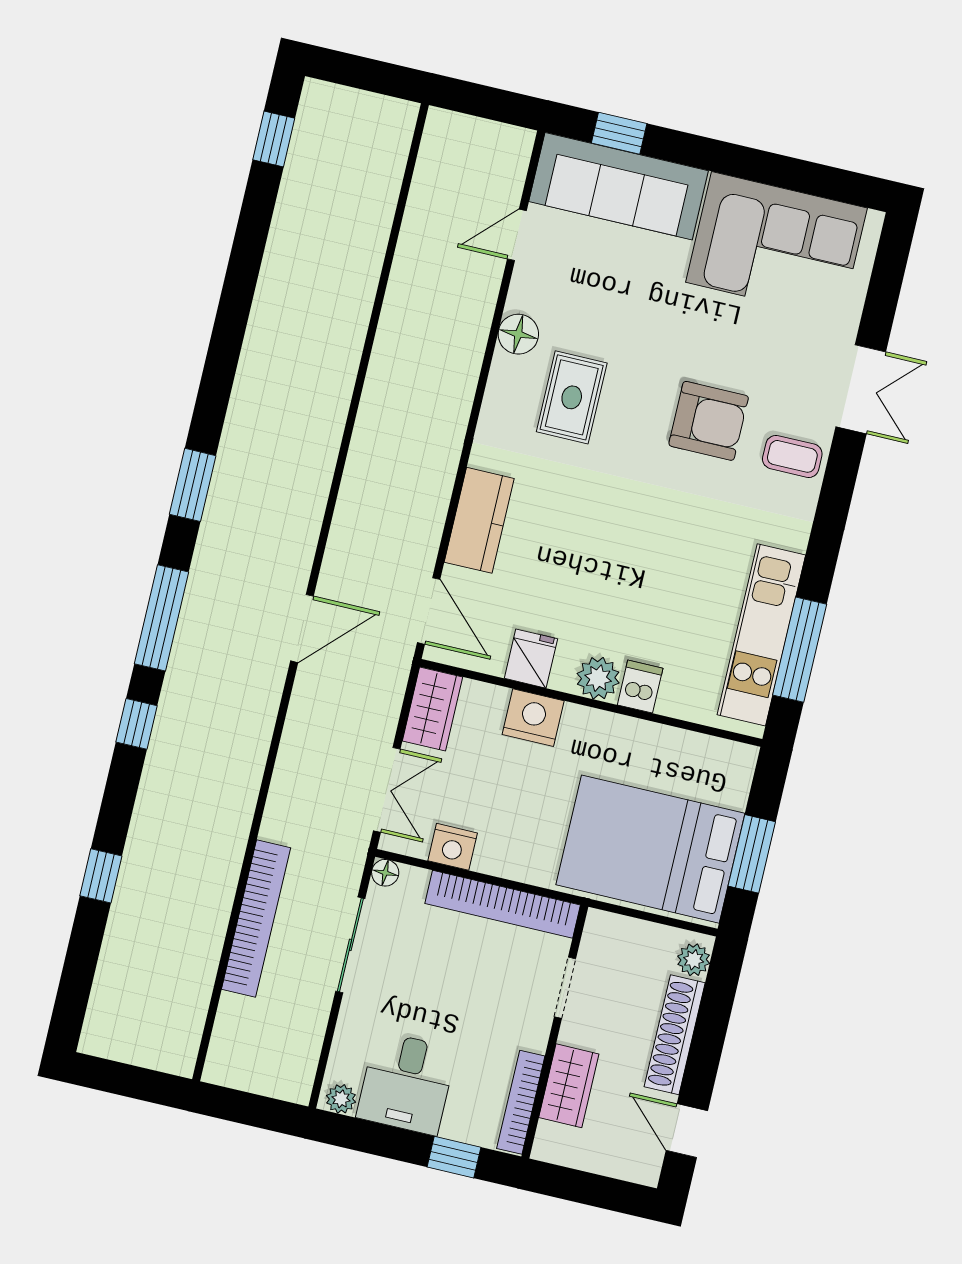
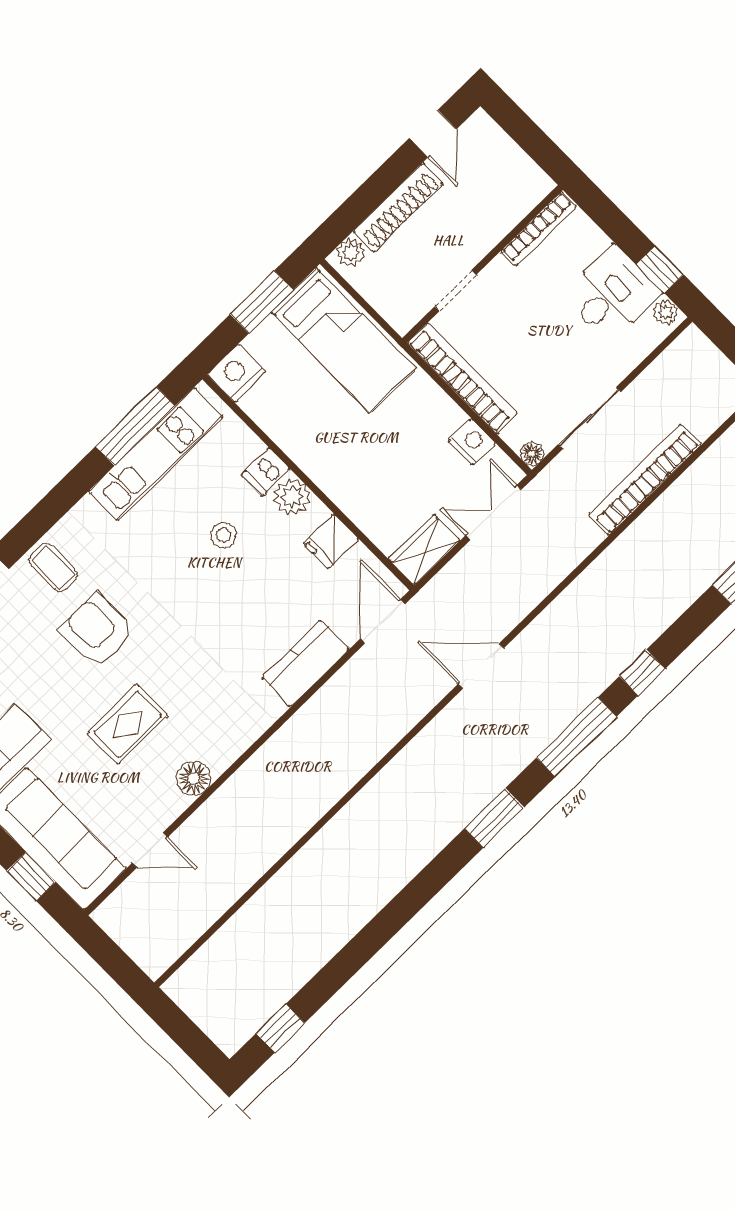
rug: (572, 397) -> (128, 724), moved
stool: (643, 596) -> (223, 535), added
nightstand: (533, 718) -> (237, 373), moved, turned 90
bed: (650, 849) -> (343, 340), width x0.67
wardrobe: (569, 1086) -> (497, 219), removed
window: (454, 1157) -> (660, 269), moved

